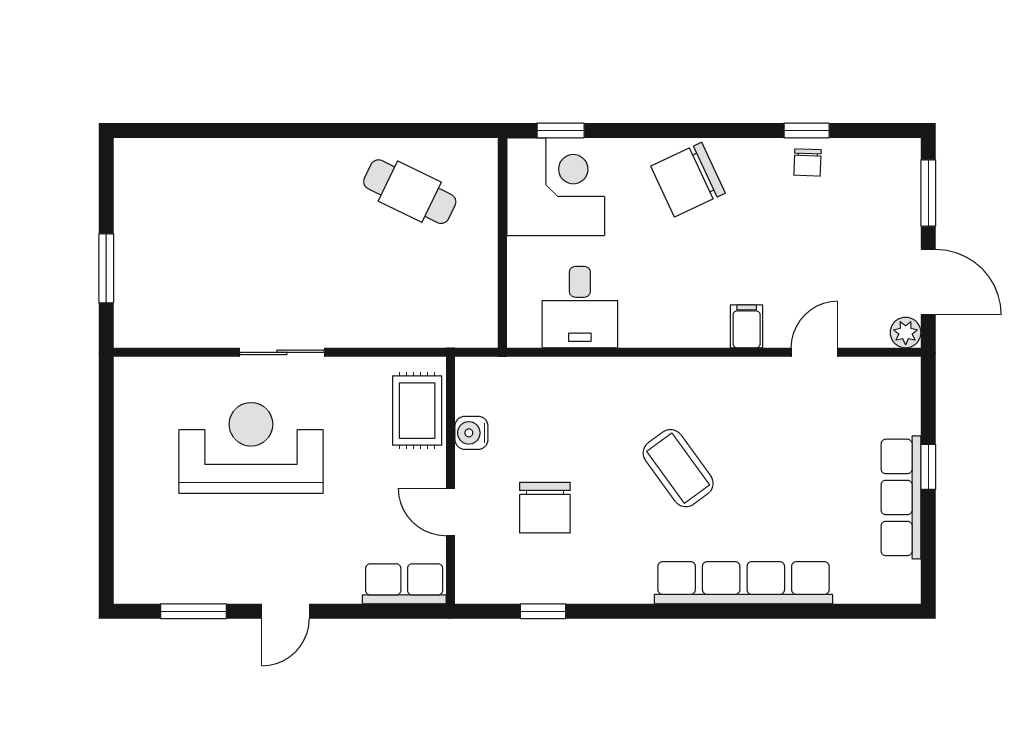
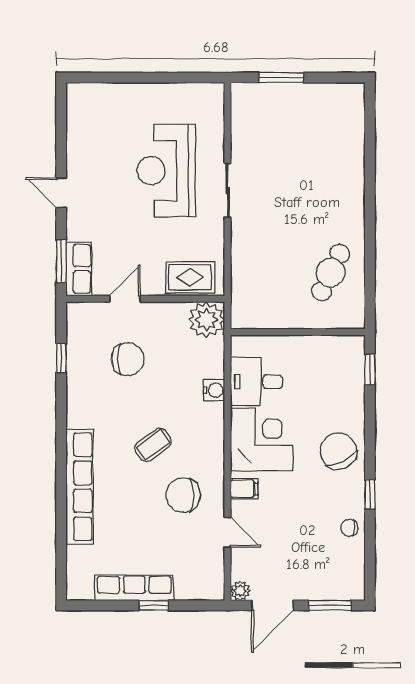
window: (807, 130) -> (370, 494), moved
corner desk: (556, 187) -> (262, 439), moved, turned -90
plant: (483, 385) -> (206, 320), added
chair: (757, 421) -> (183, 495), added
water cooler: (471, 433) -> (214, 390), moved, turned 90
reception desk: (251, 448) -> (166, 171), turned 180
coffee table: (678, 468) -> (153, 445), width x0.73, depth x0.77
chair: (545, 508) -> (128, 359), turned 180
window: (193, 611) -> (61, 261), moved

